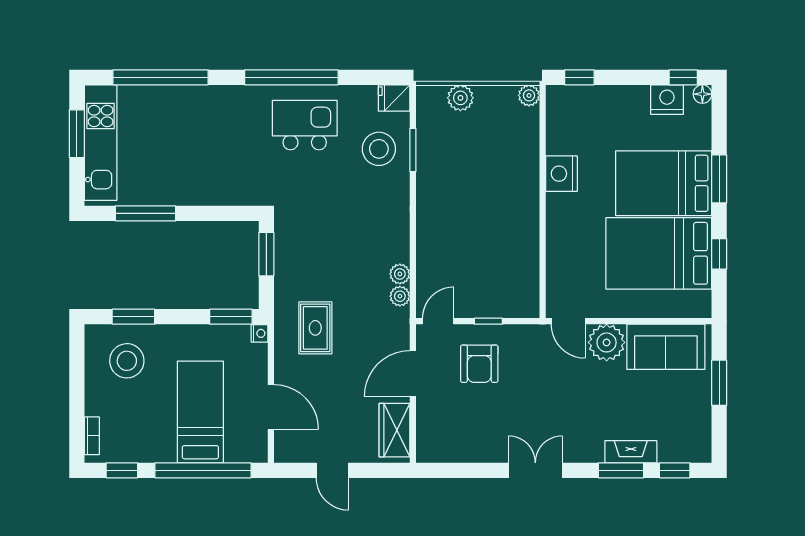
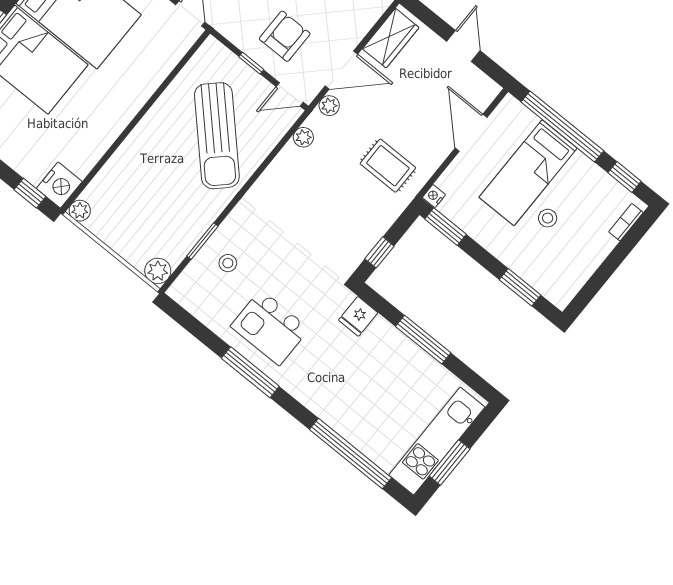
window: (291, 77) -> (250, 372), width x0.68
fridge: (394, 98) -> (358, 316), moved, turned 90
plant: (460, 98) -> (158, 271), moved
stool: (379, 149) -> (228, 263), width x0.53, depth x0.53
nightstand: (561, 174) -> (59, 185), moved
window: (146, 213) -> (423, 340), moved
sun lounger: (469, 242) -> (217, 136), added
window: (266, 254) -> (379, 252), width x0.67
plant: (400, 274) -> (329, 106), moved
rug: (315, 328) -> (388, 166), turned 90
stool: (127, 361) -> (548, 218), moved, width x0.53, depth x0.53

